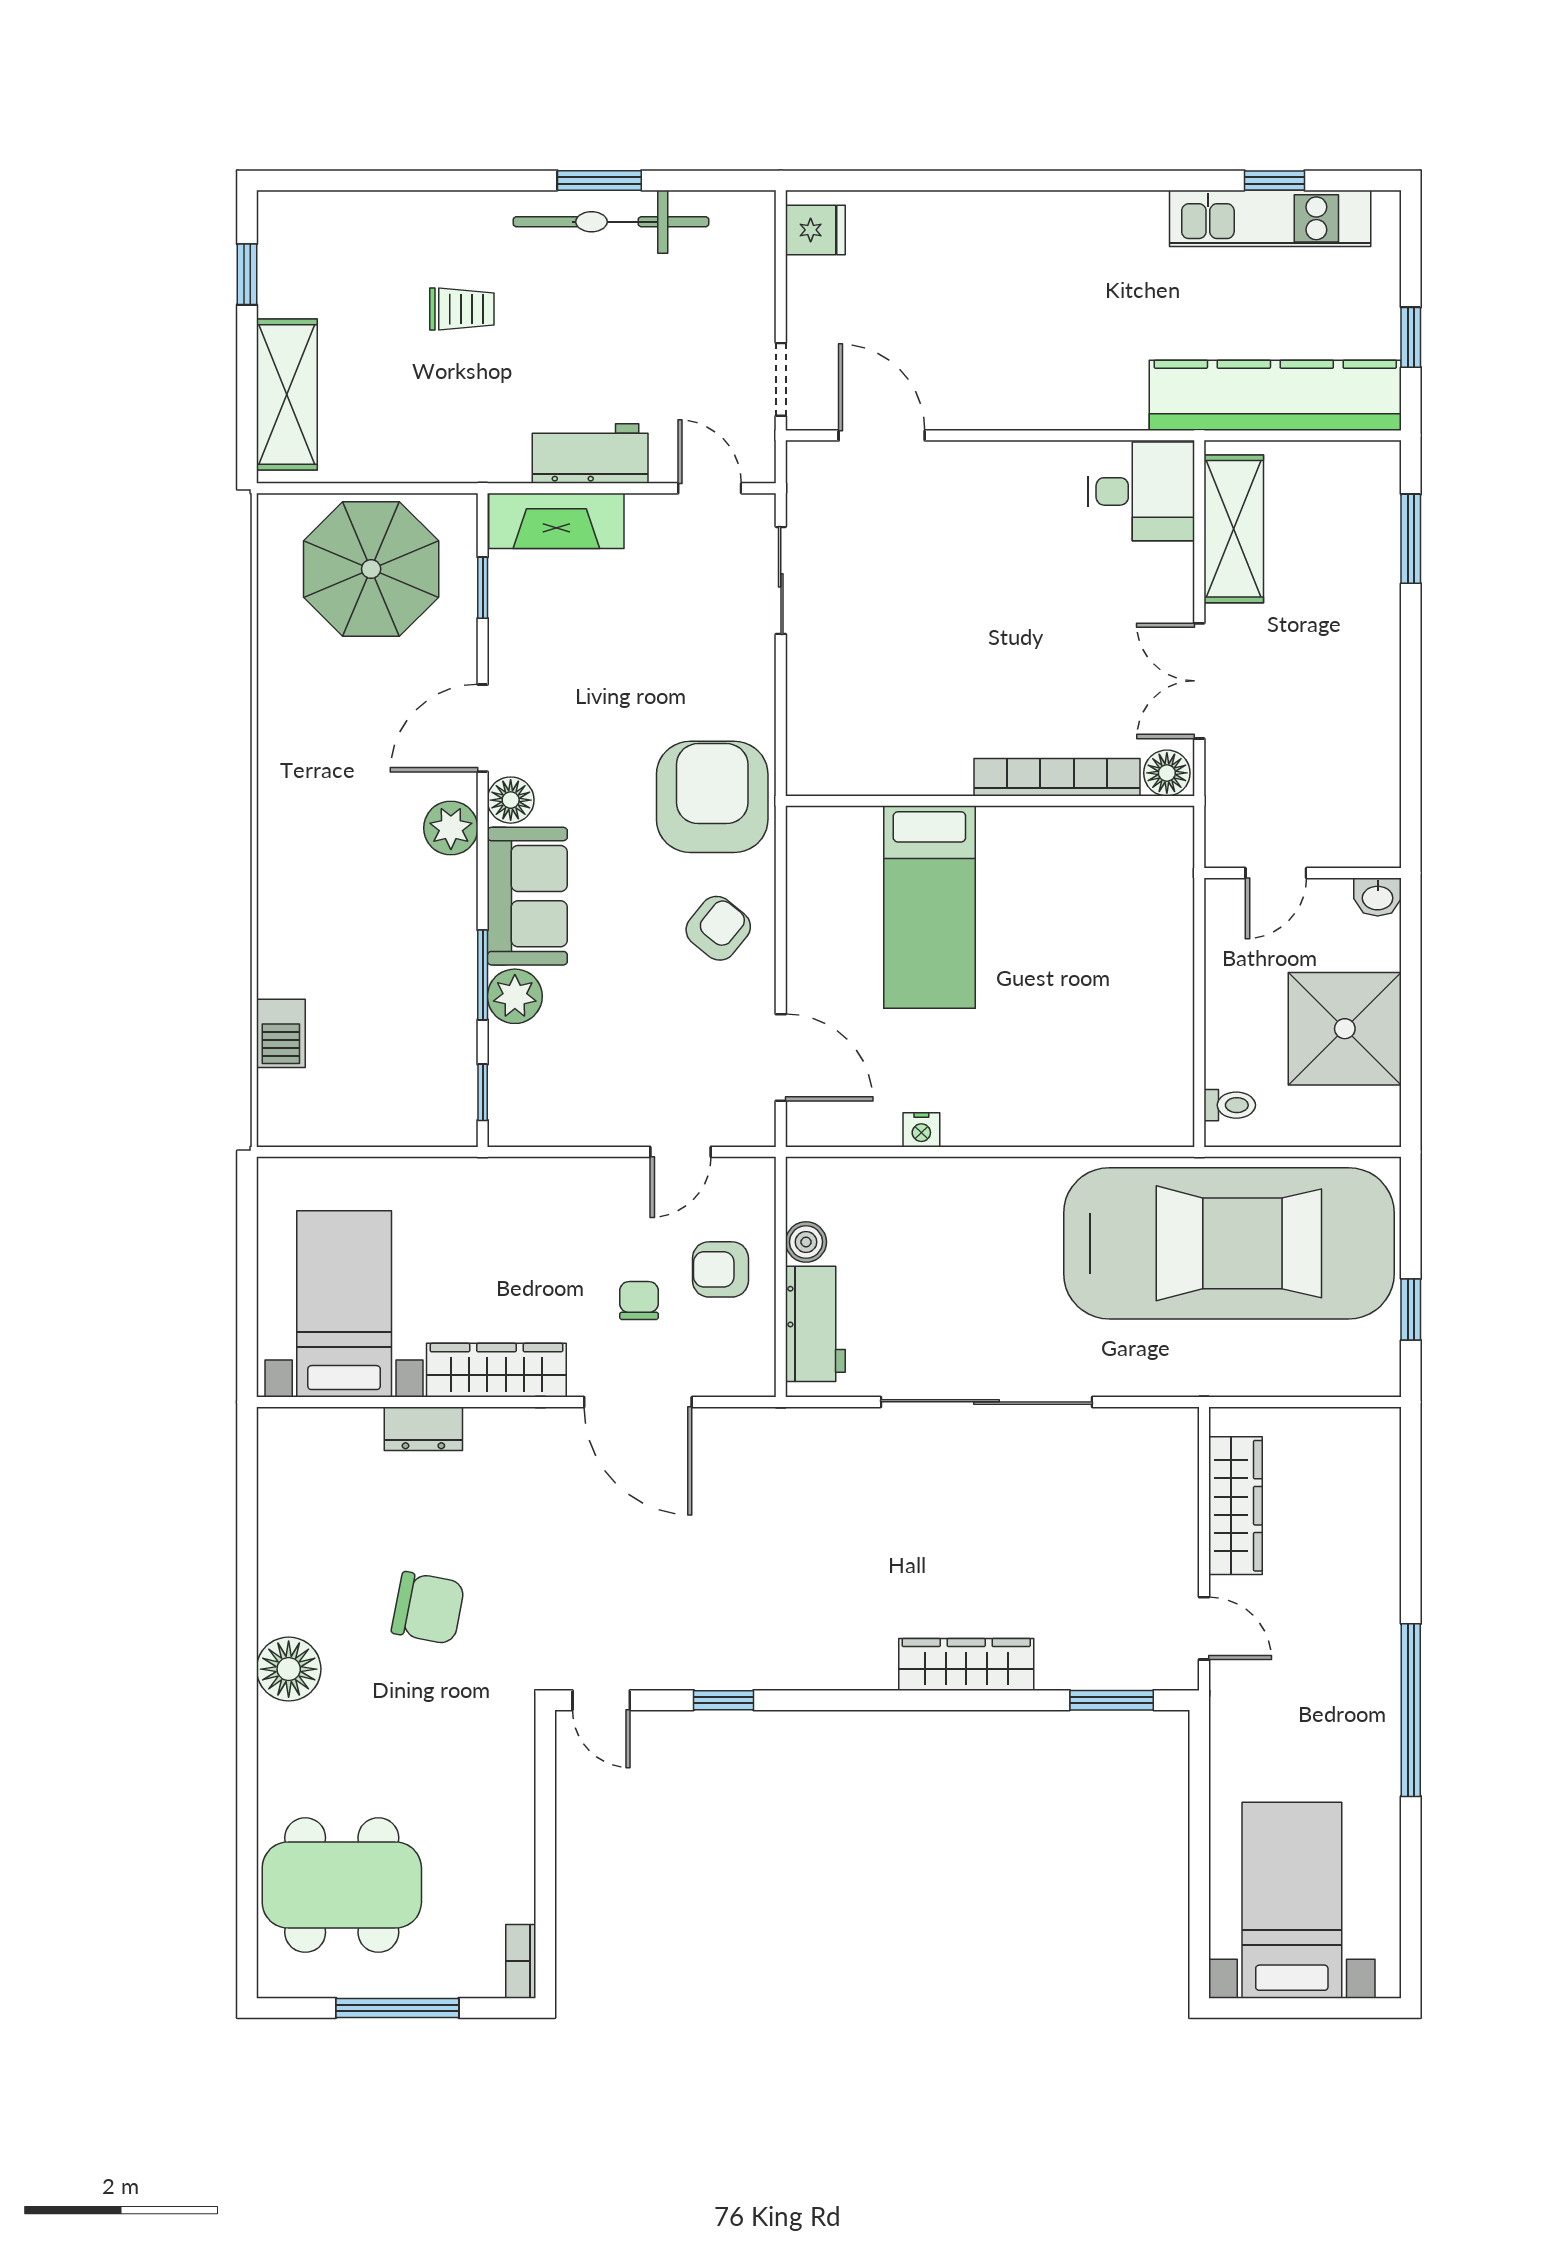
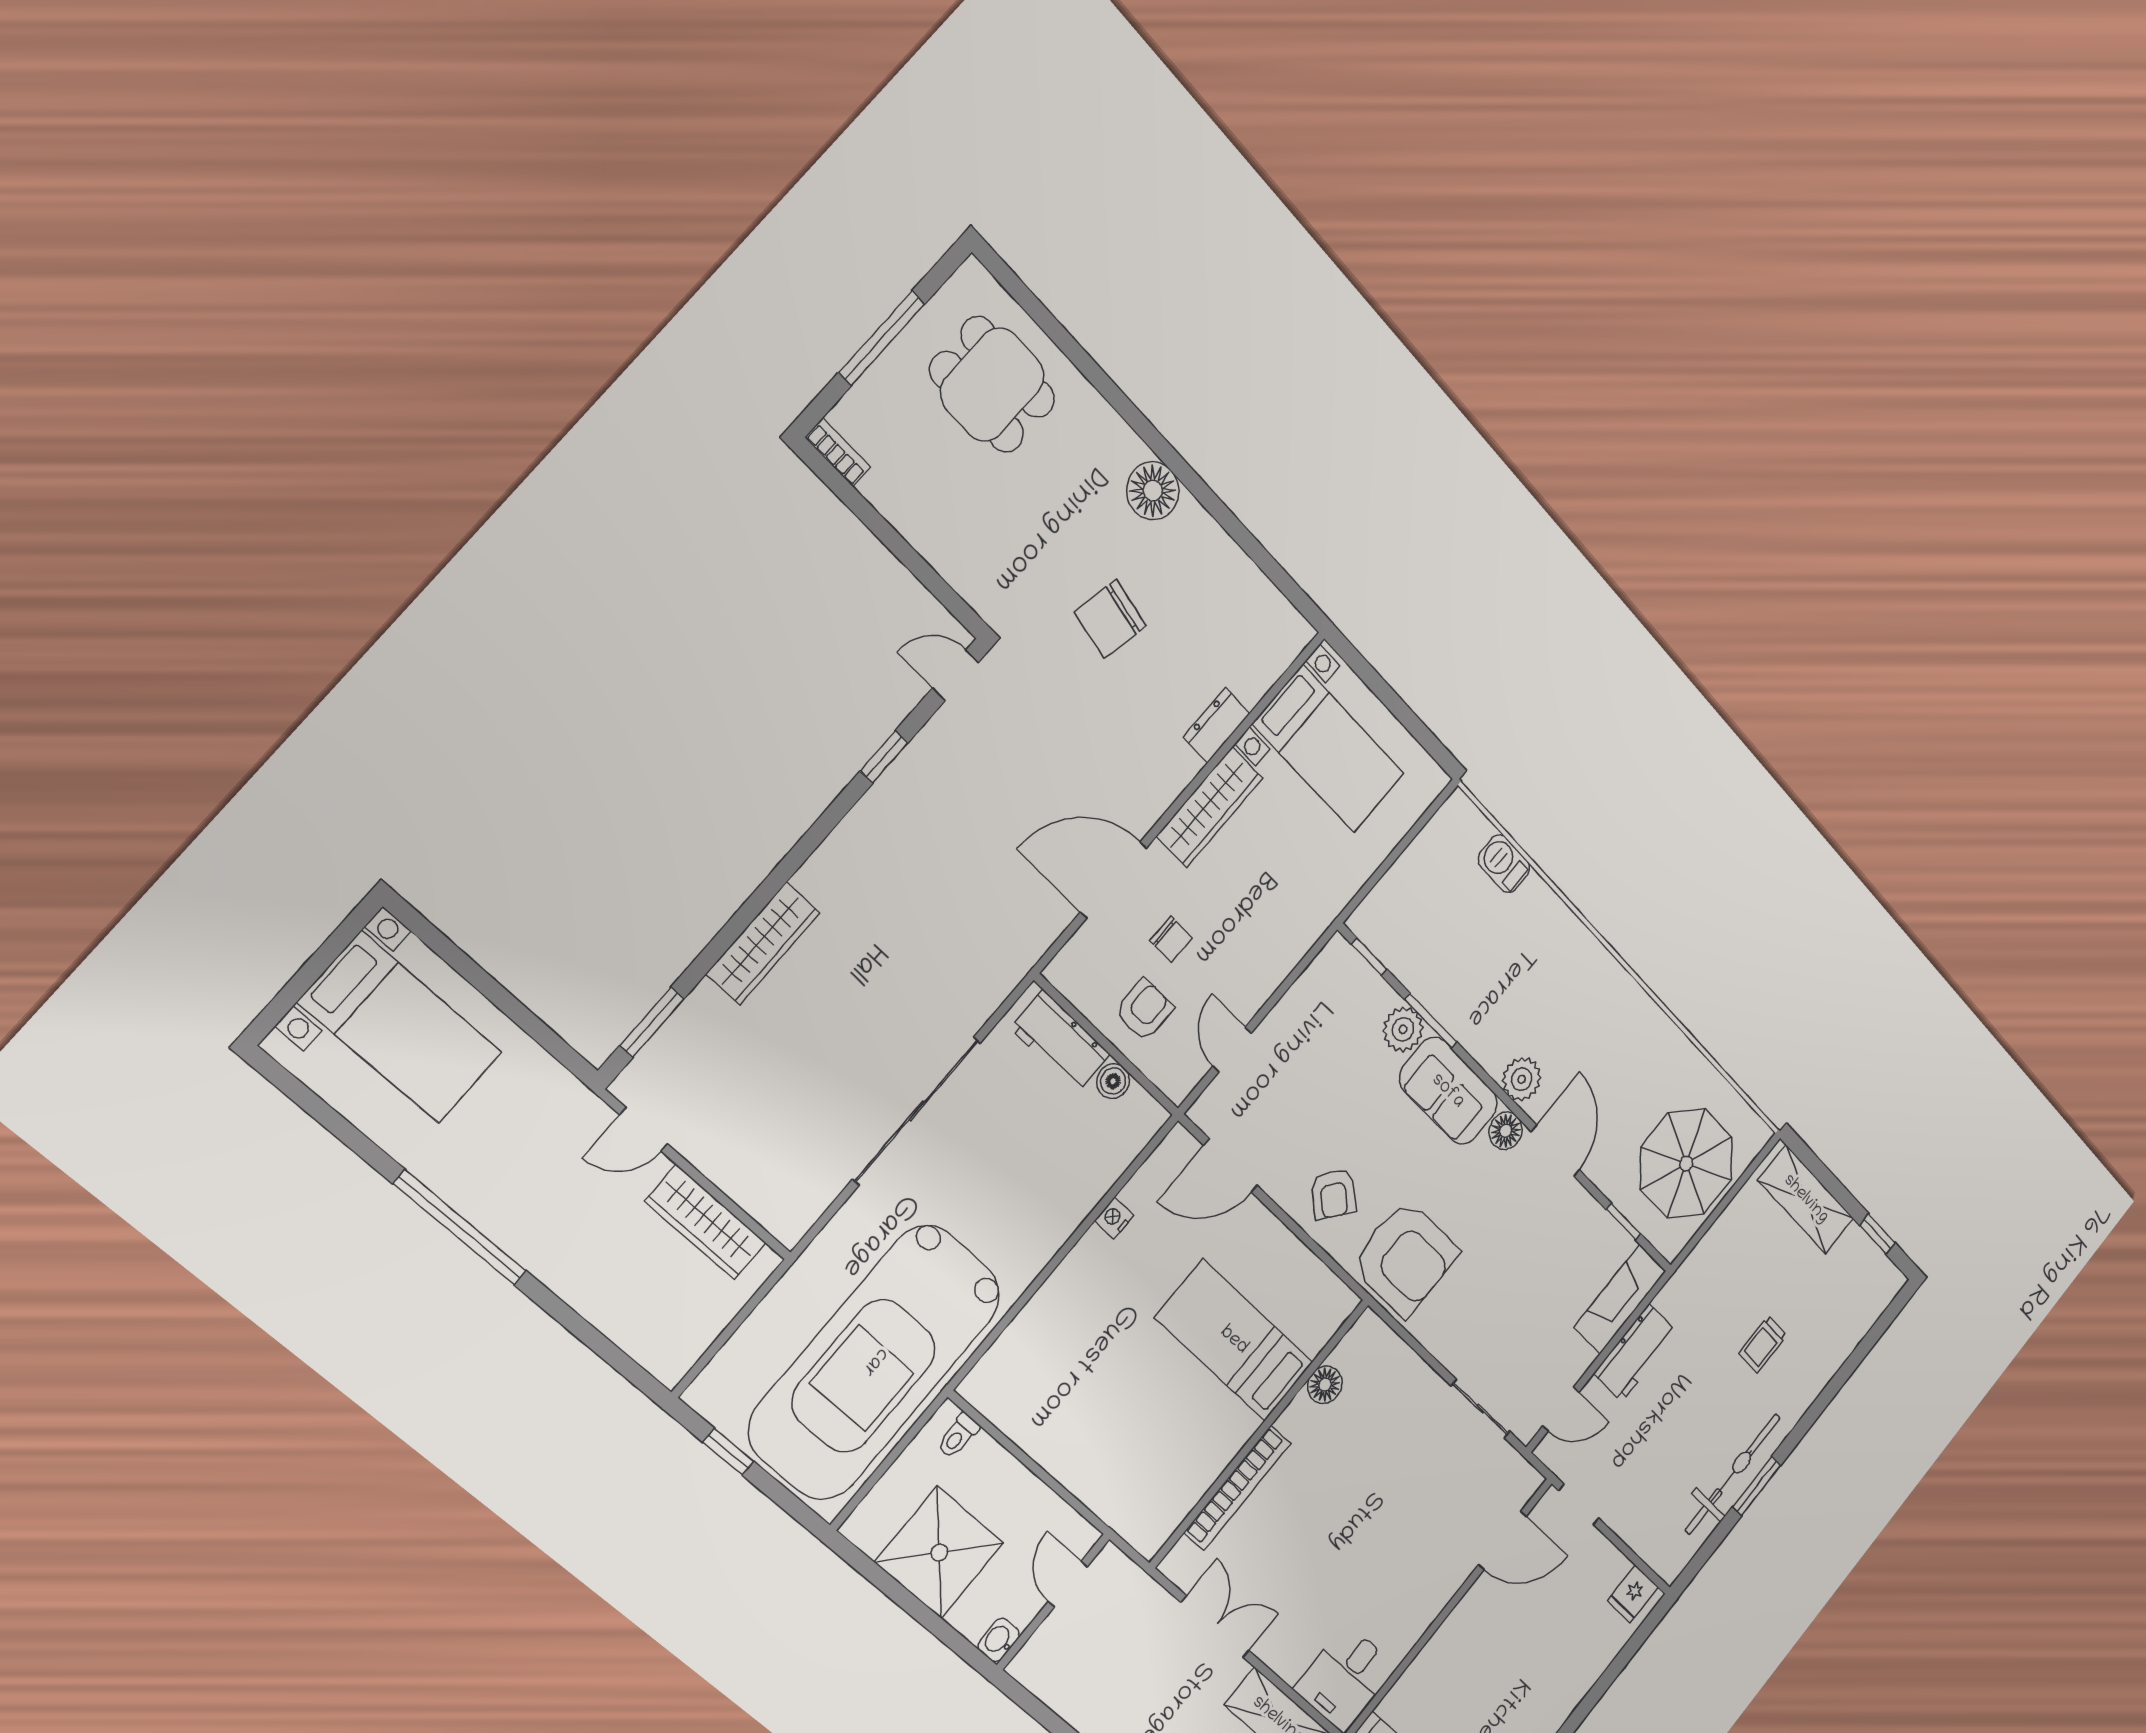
floor lamp: (1167, 773) -> (1325, 1385), moved
dining table: (342, 1885) -> (992, 384), width x0.73

